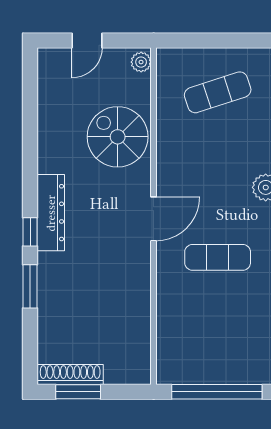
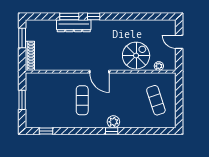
plant: (141, 62) -> (159, 66), moved
dresser: (51, 213) -> (74, 26), moved
shoe rack: (70, 374) -> (30, 56), moved
window: (217, 392) -> (22, 100), width x0.47

